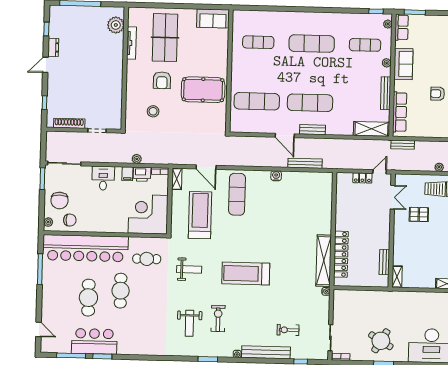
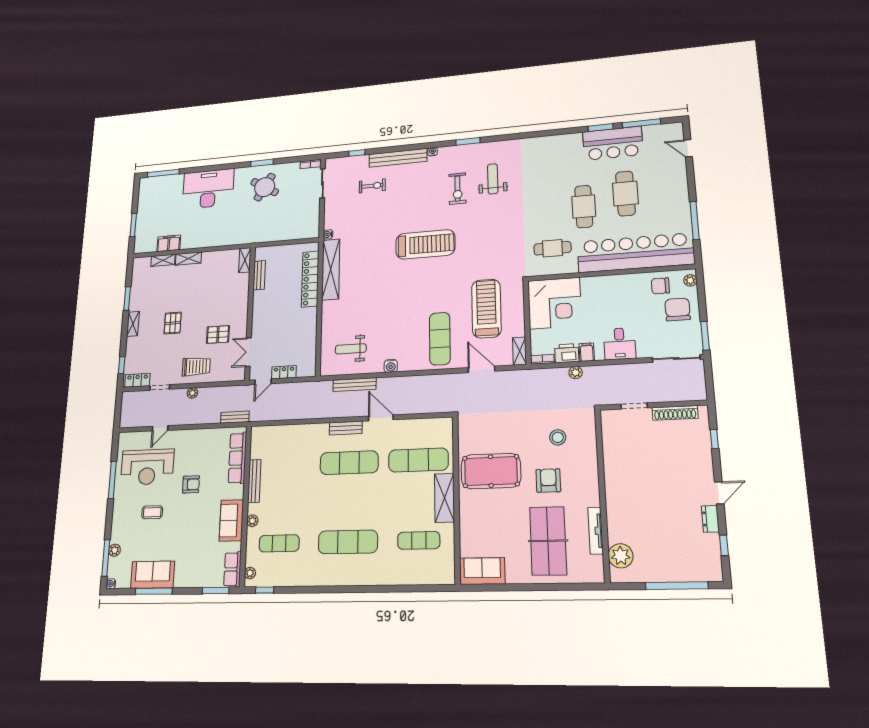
shelving: (371, 129) -> (444, 498), moved, turned 90
treadmill: (200, 215) -> (486, 309), turned 180
weight bench: (189, 269) -> (351, 349), moved

